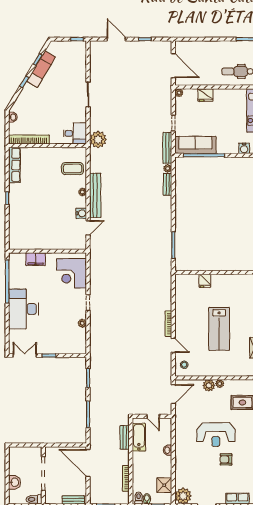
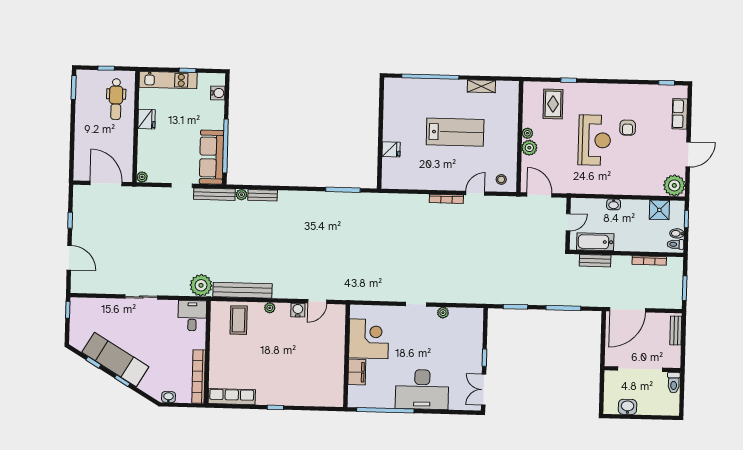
door: (116, 39) -> (69, 258), swing flipped
door: (173, 66) -> (106, 184), hinge flipped
exam couch: (41, 69) -> (115, 360), width x1.36, depth x1.45
fridge: (205, 95) -> (147, 119), moved
bench: (95, 195) -> (243, 290), moved
door: (88, 228) -> (317, 302), swing flipped
corner desk: (72, 273) -> (369, 339), moved, turned -90
washbasin: (14, 482) -> (627, 407), moved

